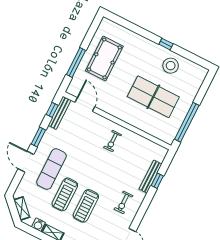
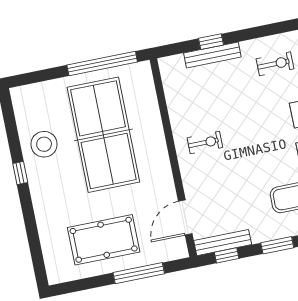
table tennis table: (153, 97) -> (103, 135), width x1.36, depth x1.32

